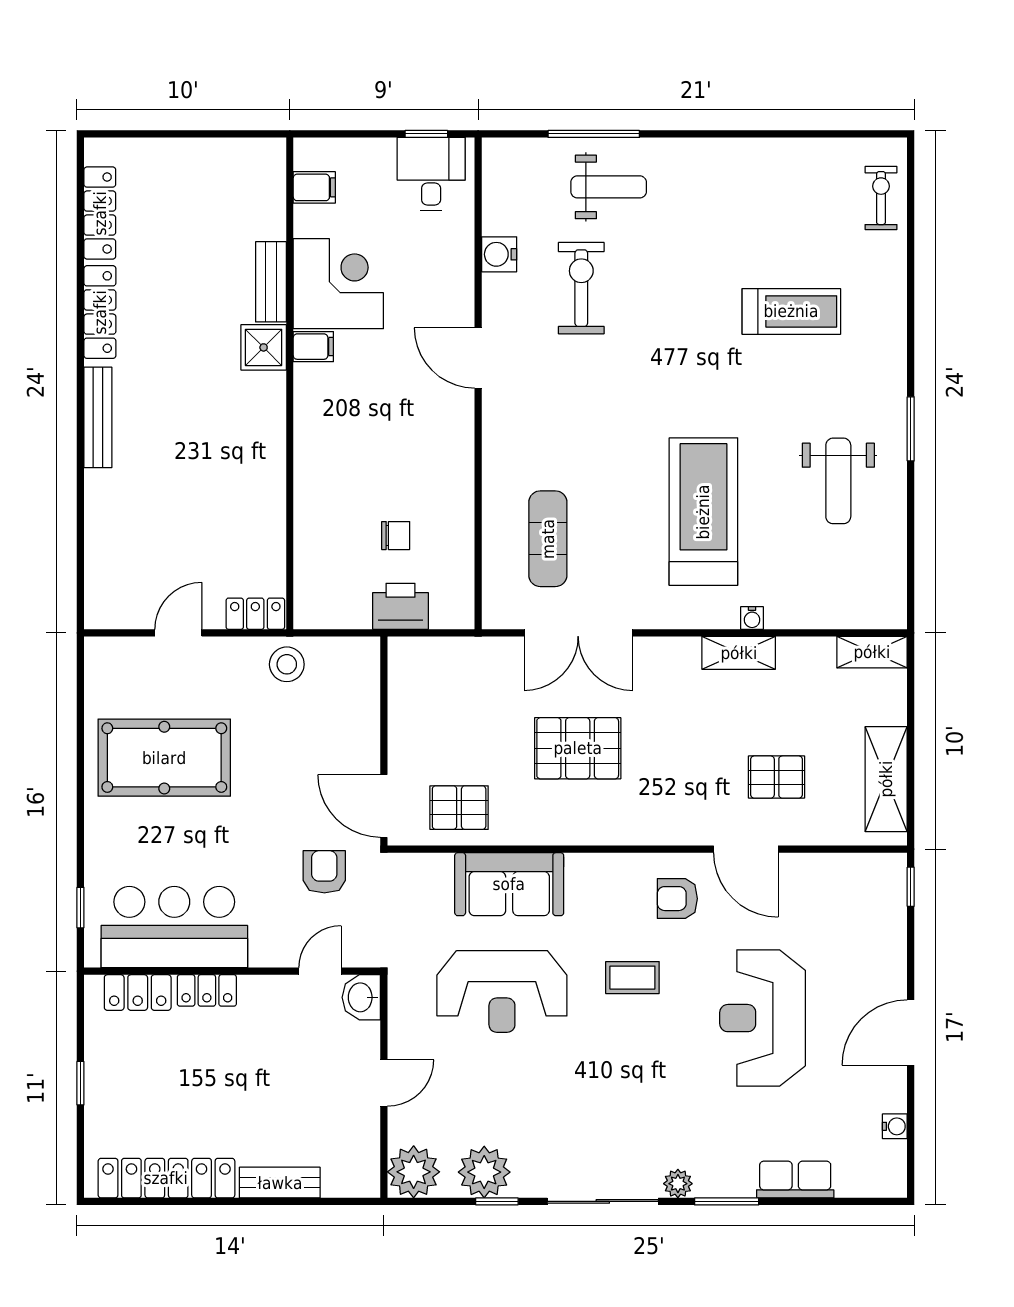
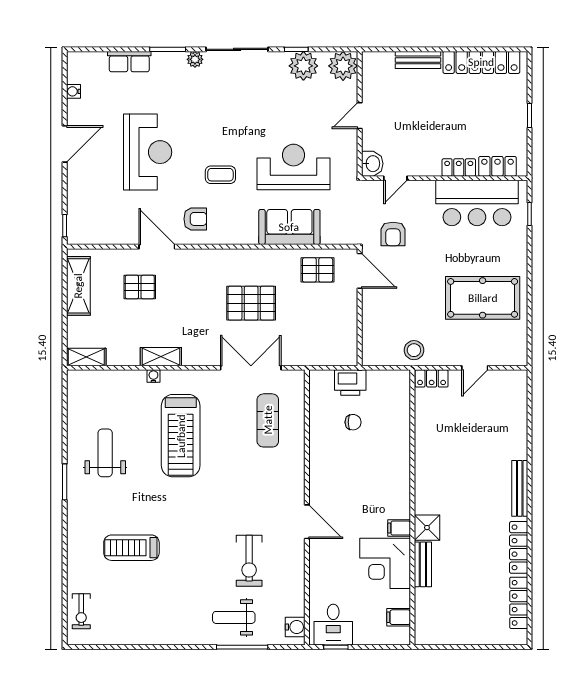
water cooler: (499, 254) -> (295, 627), moved
chair: (396, 536) -> (353, 422), turned 180

